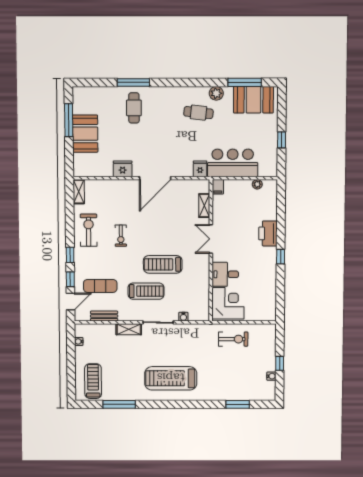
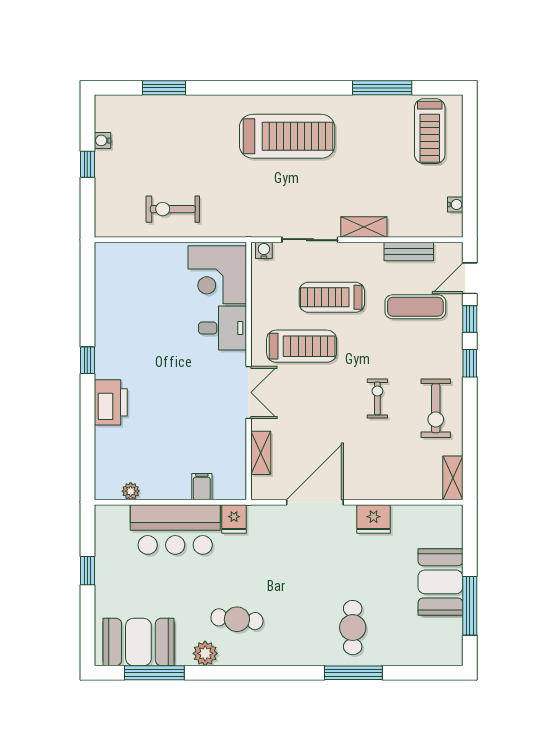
shelving: (204, 206) -> (261, 453), moved
double door: (211, 239) -> (249, 392), moved
wall: (211, 251) -> (249, 371), moved
desk: (225, 274) -> (222, 328), moved
corner desk: (228, 303) -> (217, 275), moved

